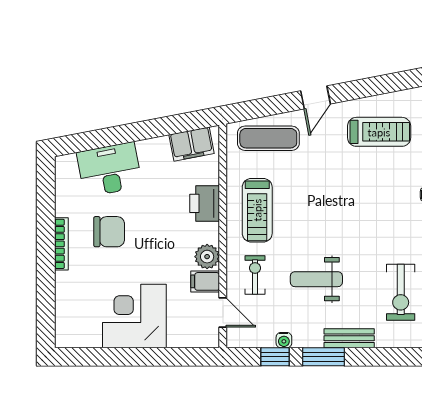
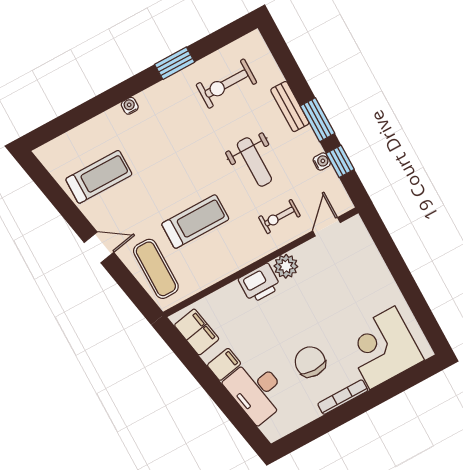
treadmill: (379, 132) -> (99, 177), turned 90
printer: (205, 203) -> (260, 283), moved
treadmill: (257, 210) -> (195, 222), moved
filing cabinet: (205, 281) -> (224, 364), moved, turned -101
exercise bike: (401, 292) -> (226, 84), turned 180
corner desk: (134, 316) -> (382, 348), moved, turned 90

